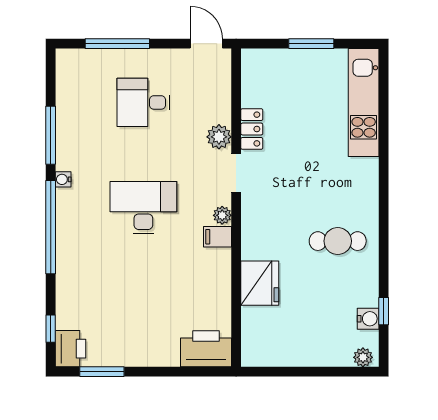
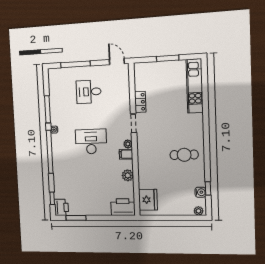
plant: (219, 137) -> (128, 175), moved
fridge: (260, 283) -> (148, 200), moved

